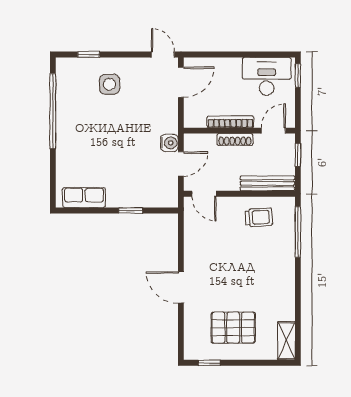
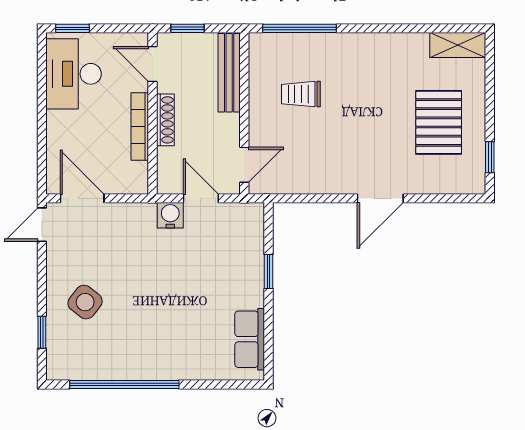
side table: (110, 84) -> (85, 302), turned 38
trolley: (259, 217) -> (301, 94), moved, turned -86

